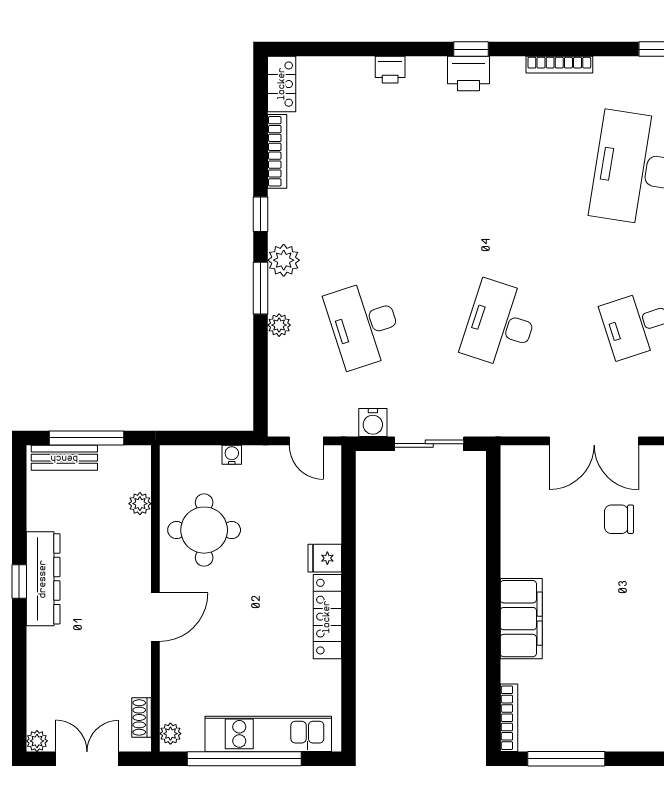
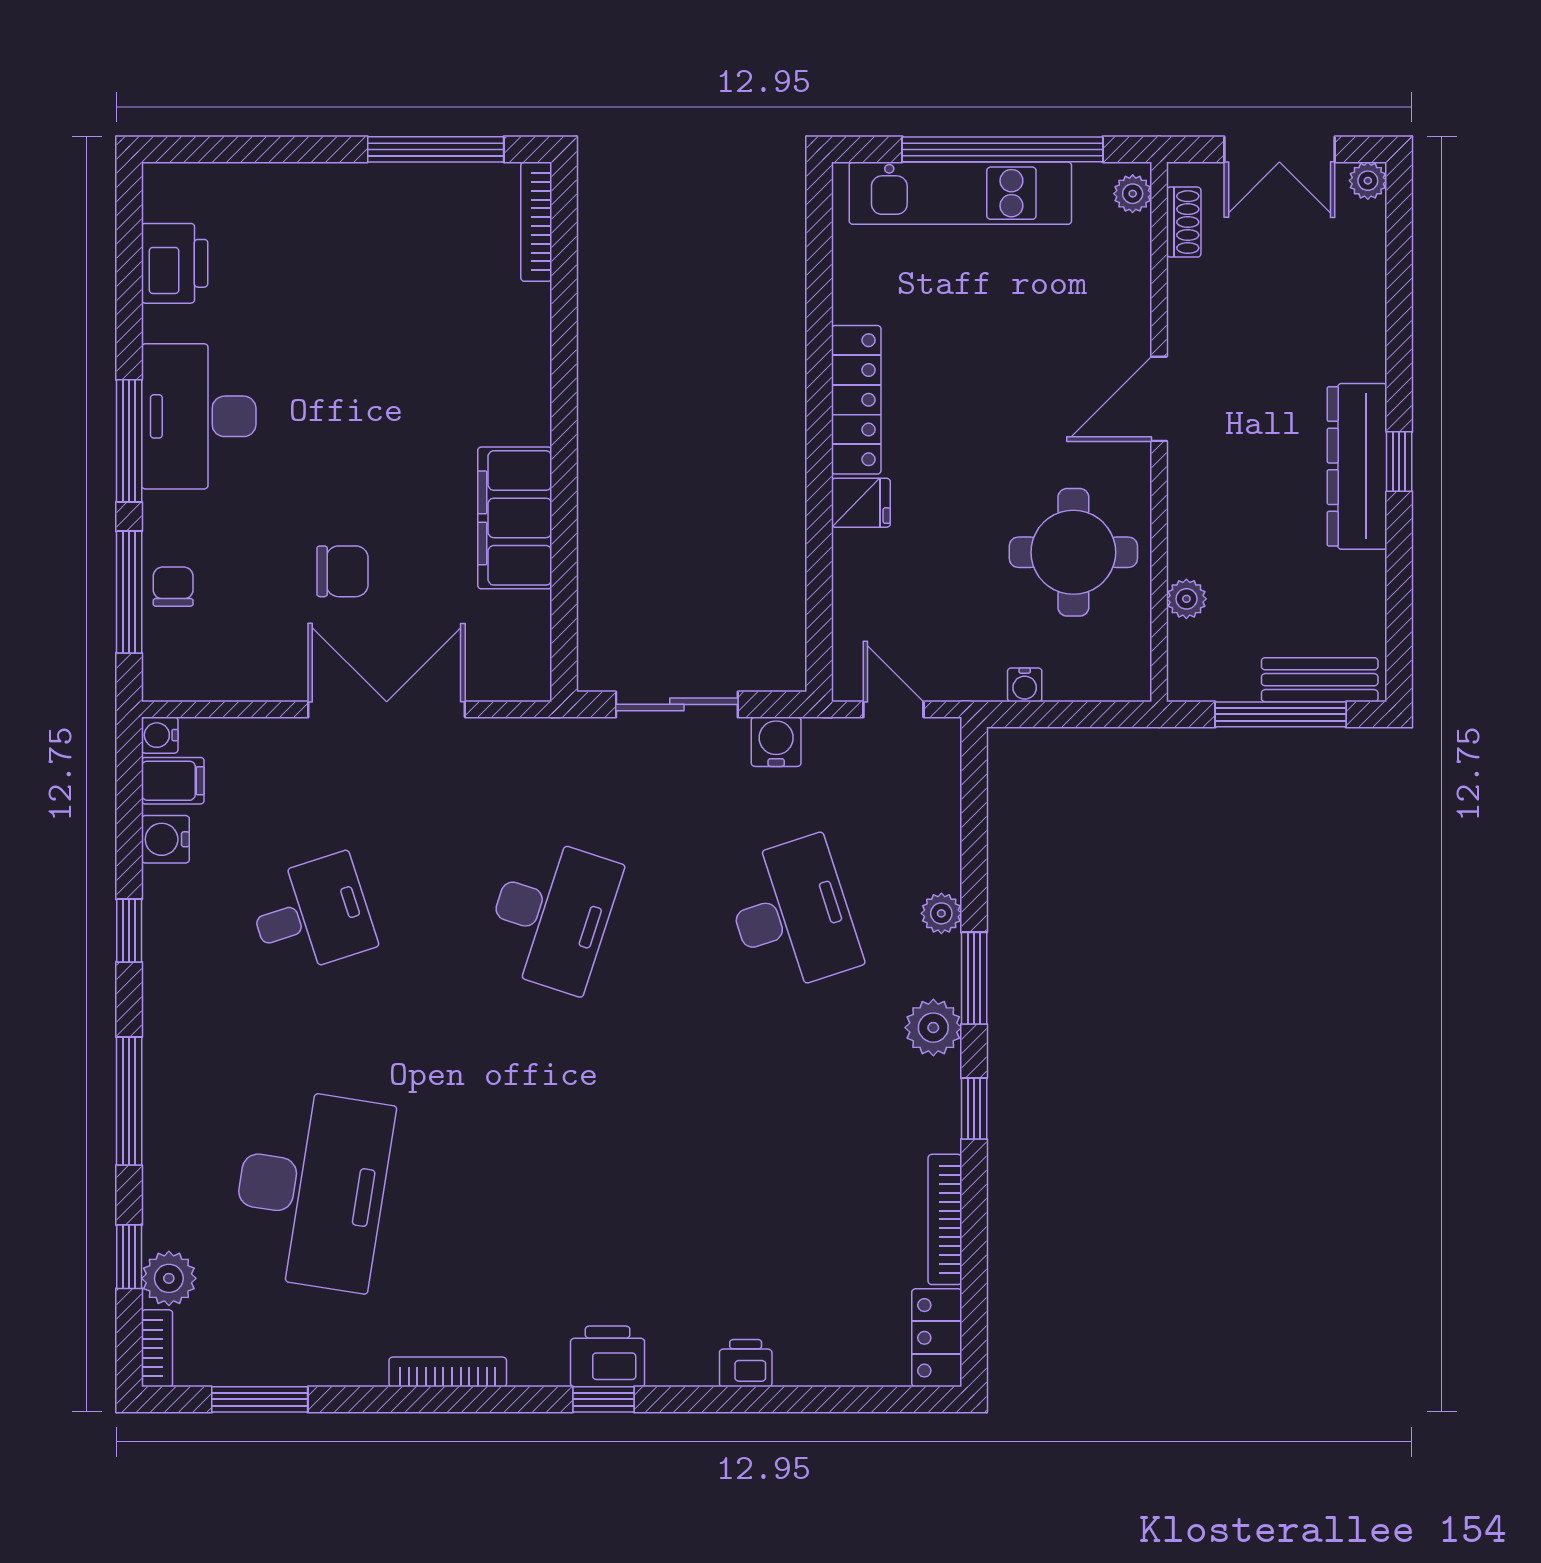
filing cabinet: (521, 619) -> (515, 518), moved

